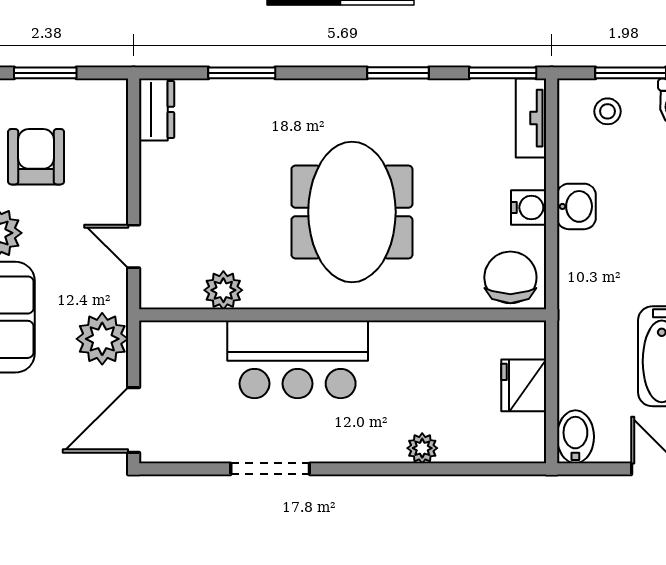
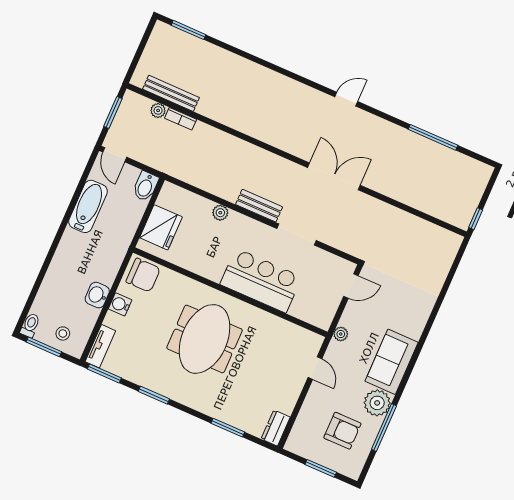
armchair: (36, 157) -> (342, 431), turned -90
chair: (510, 277) -> (143, 275), turned -90
plant: (223, 290) -> (282, 329), removed
plant: (102, 339) -> (341, 334), width x0.53, depth x0.53
fridge: (524, 385) -> (161, 227), width x1.36, depth x1.34
door: (134, 420) -> (351, 286), width x0.73
bench: (359, 491) -> (259, 206), added

